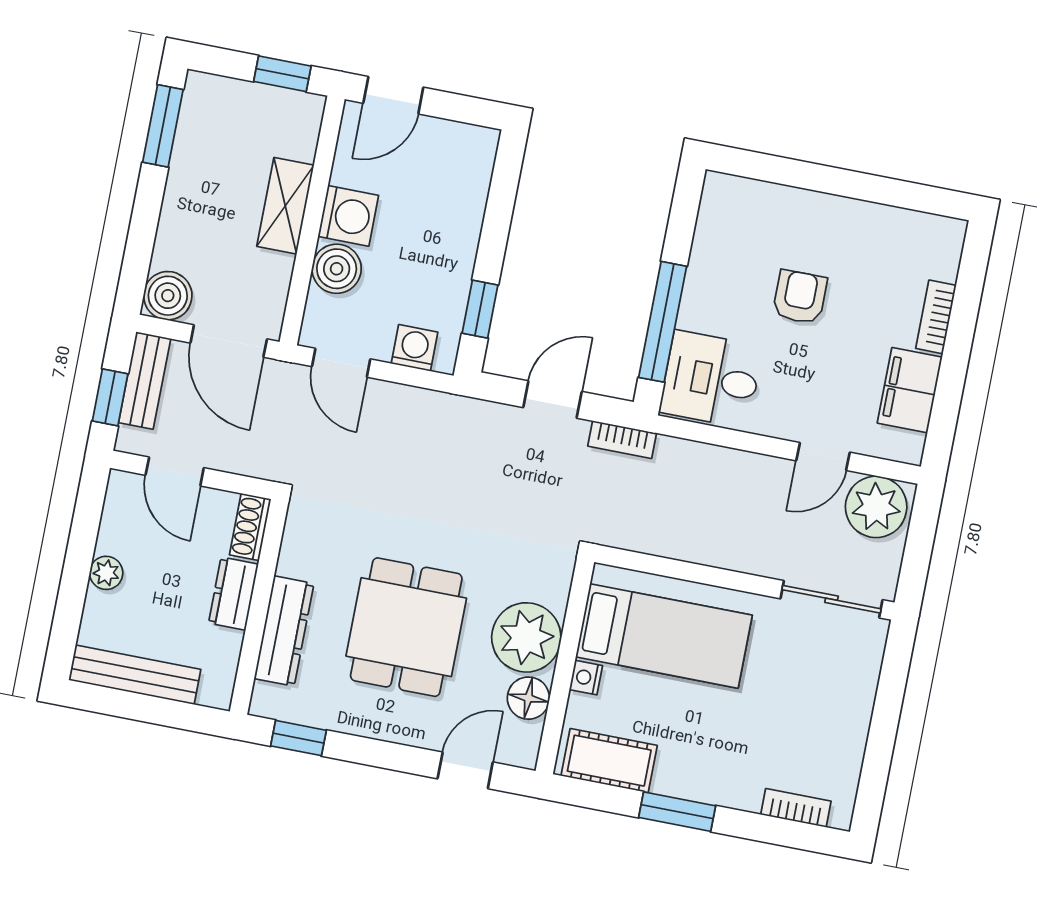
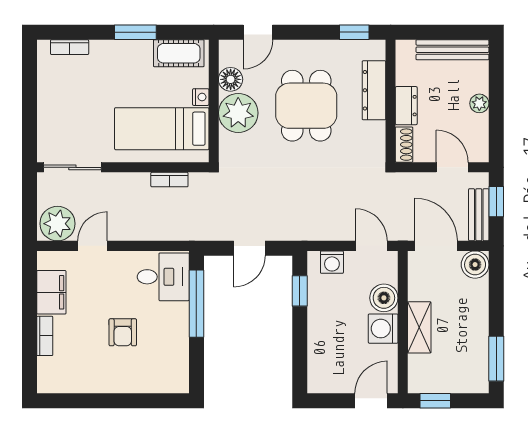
bookcase: (622, 440) -> (169, 180), moved, turned 180

